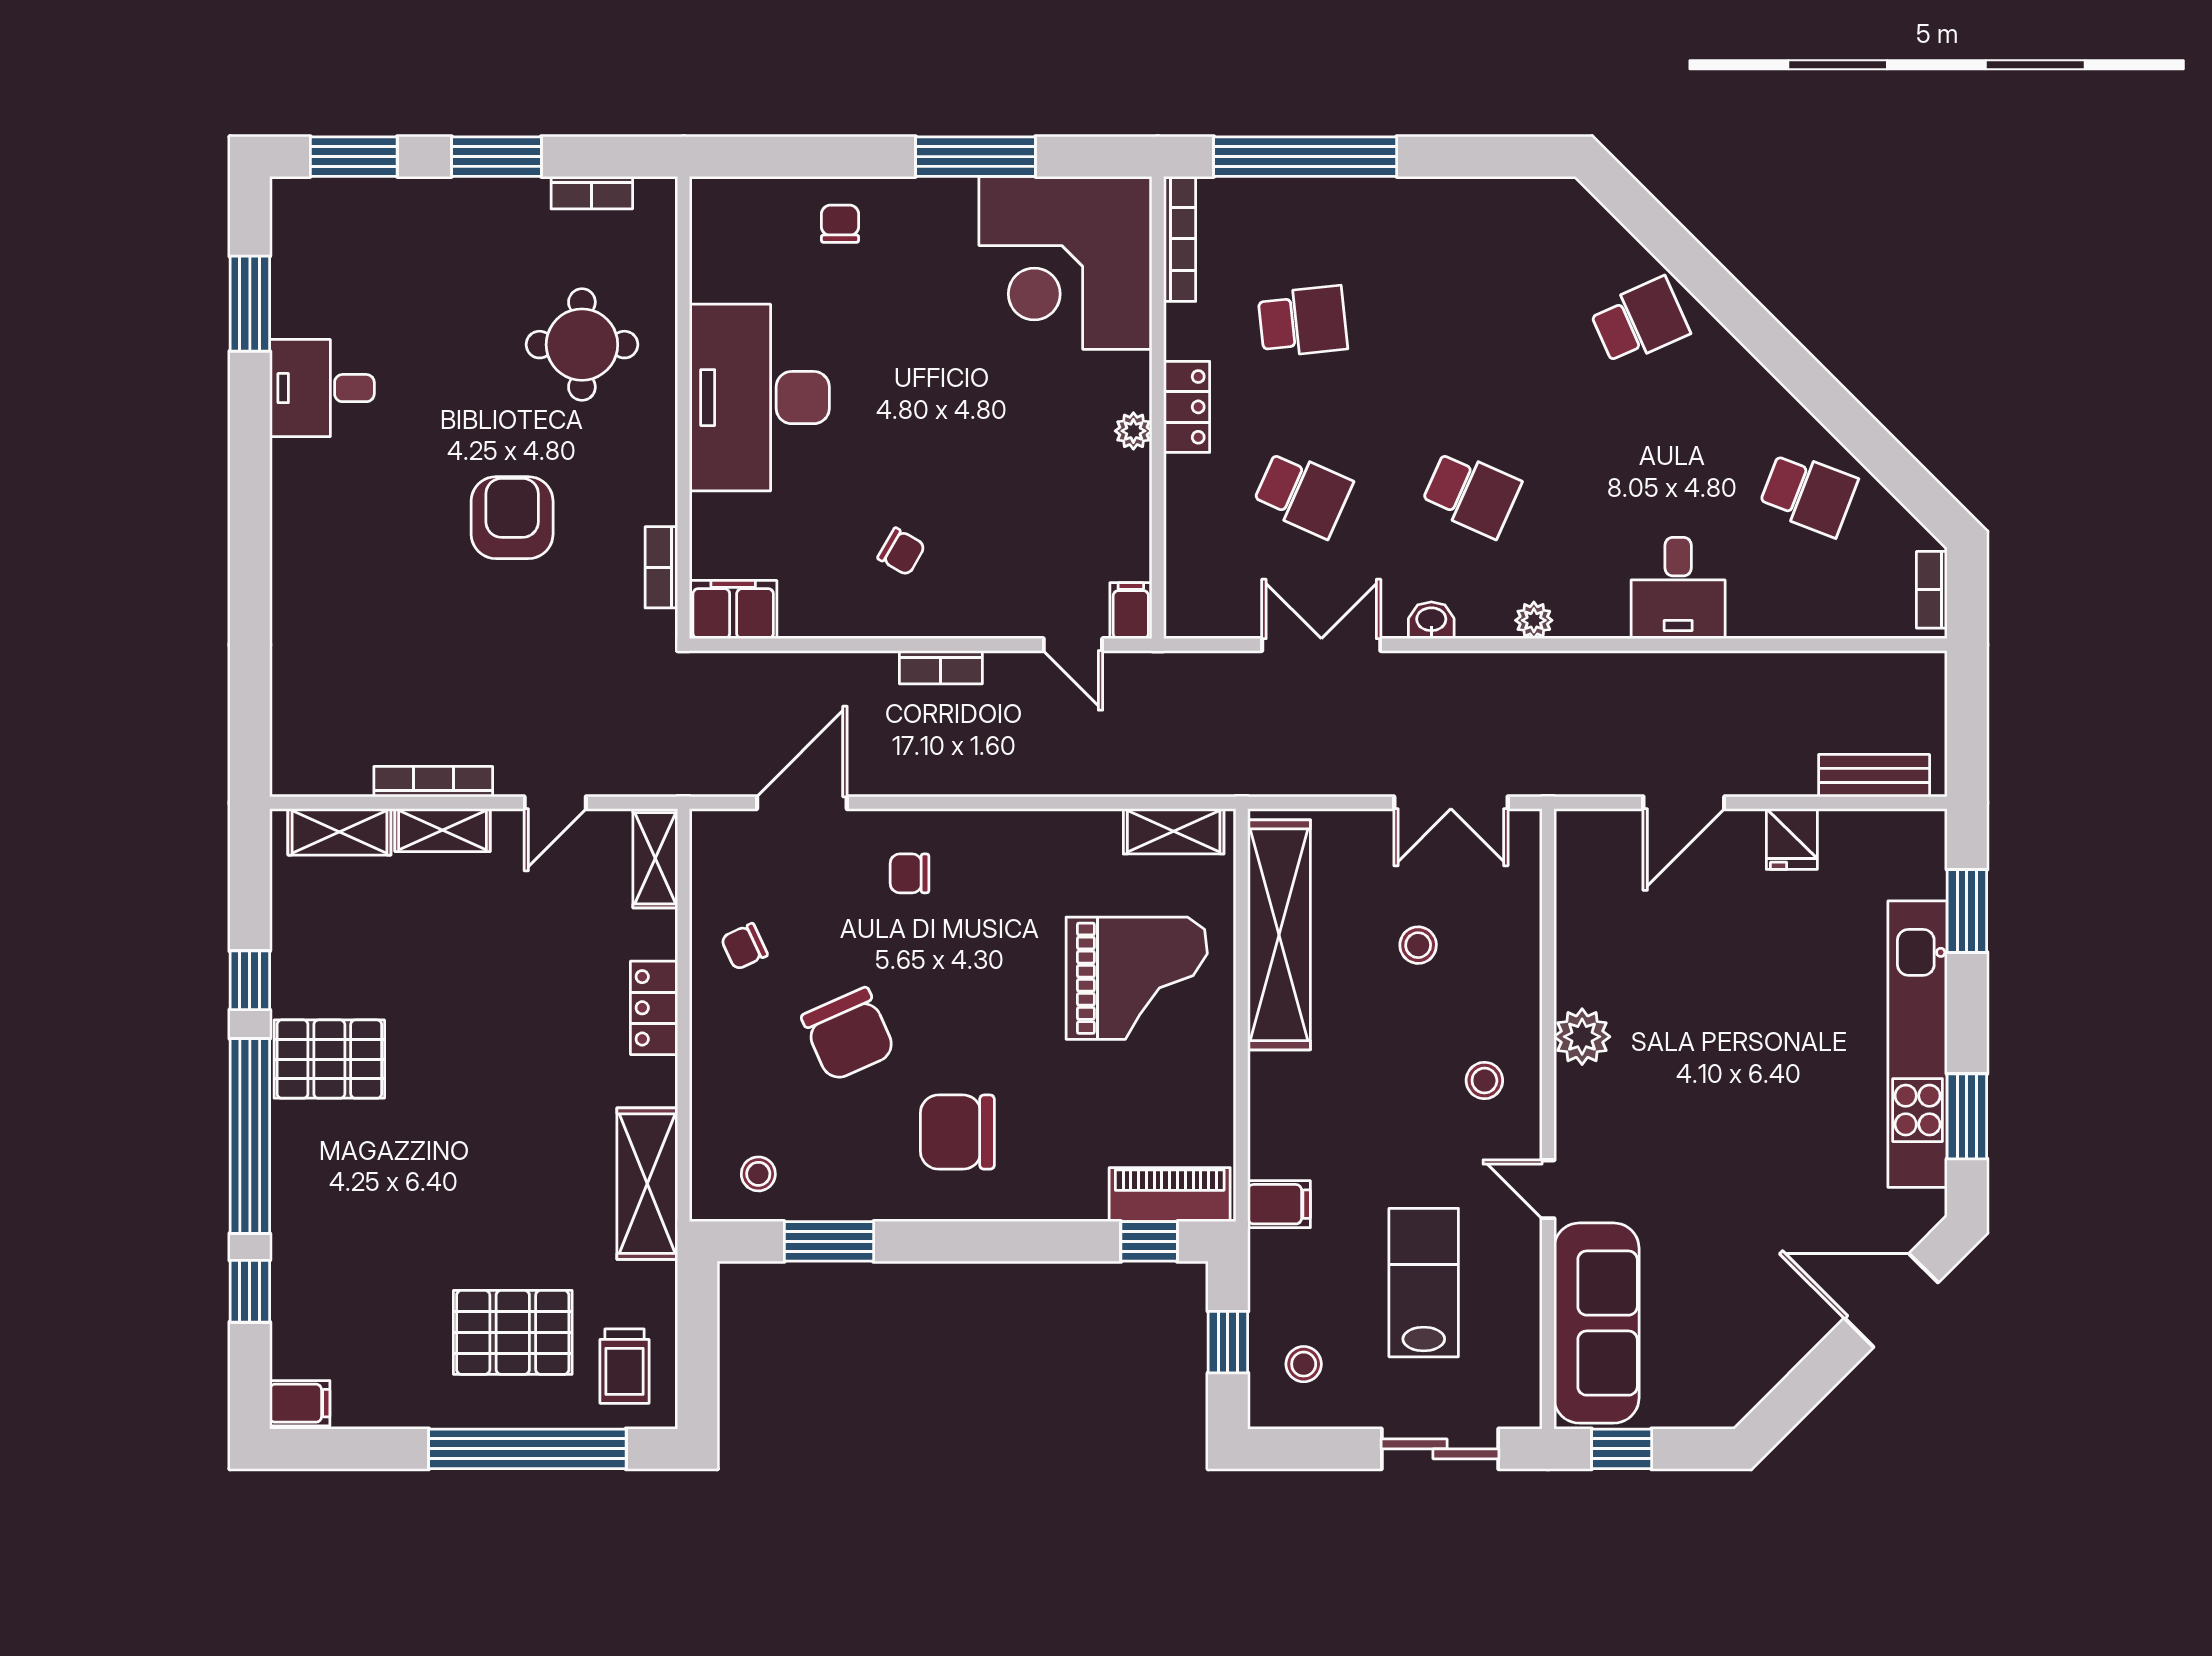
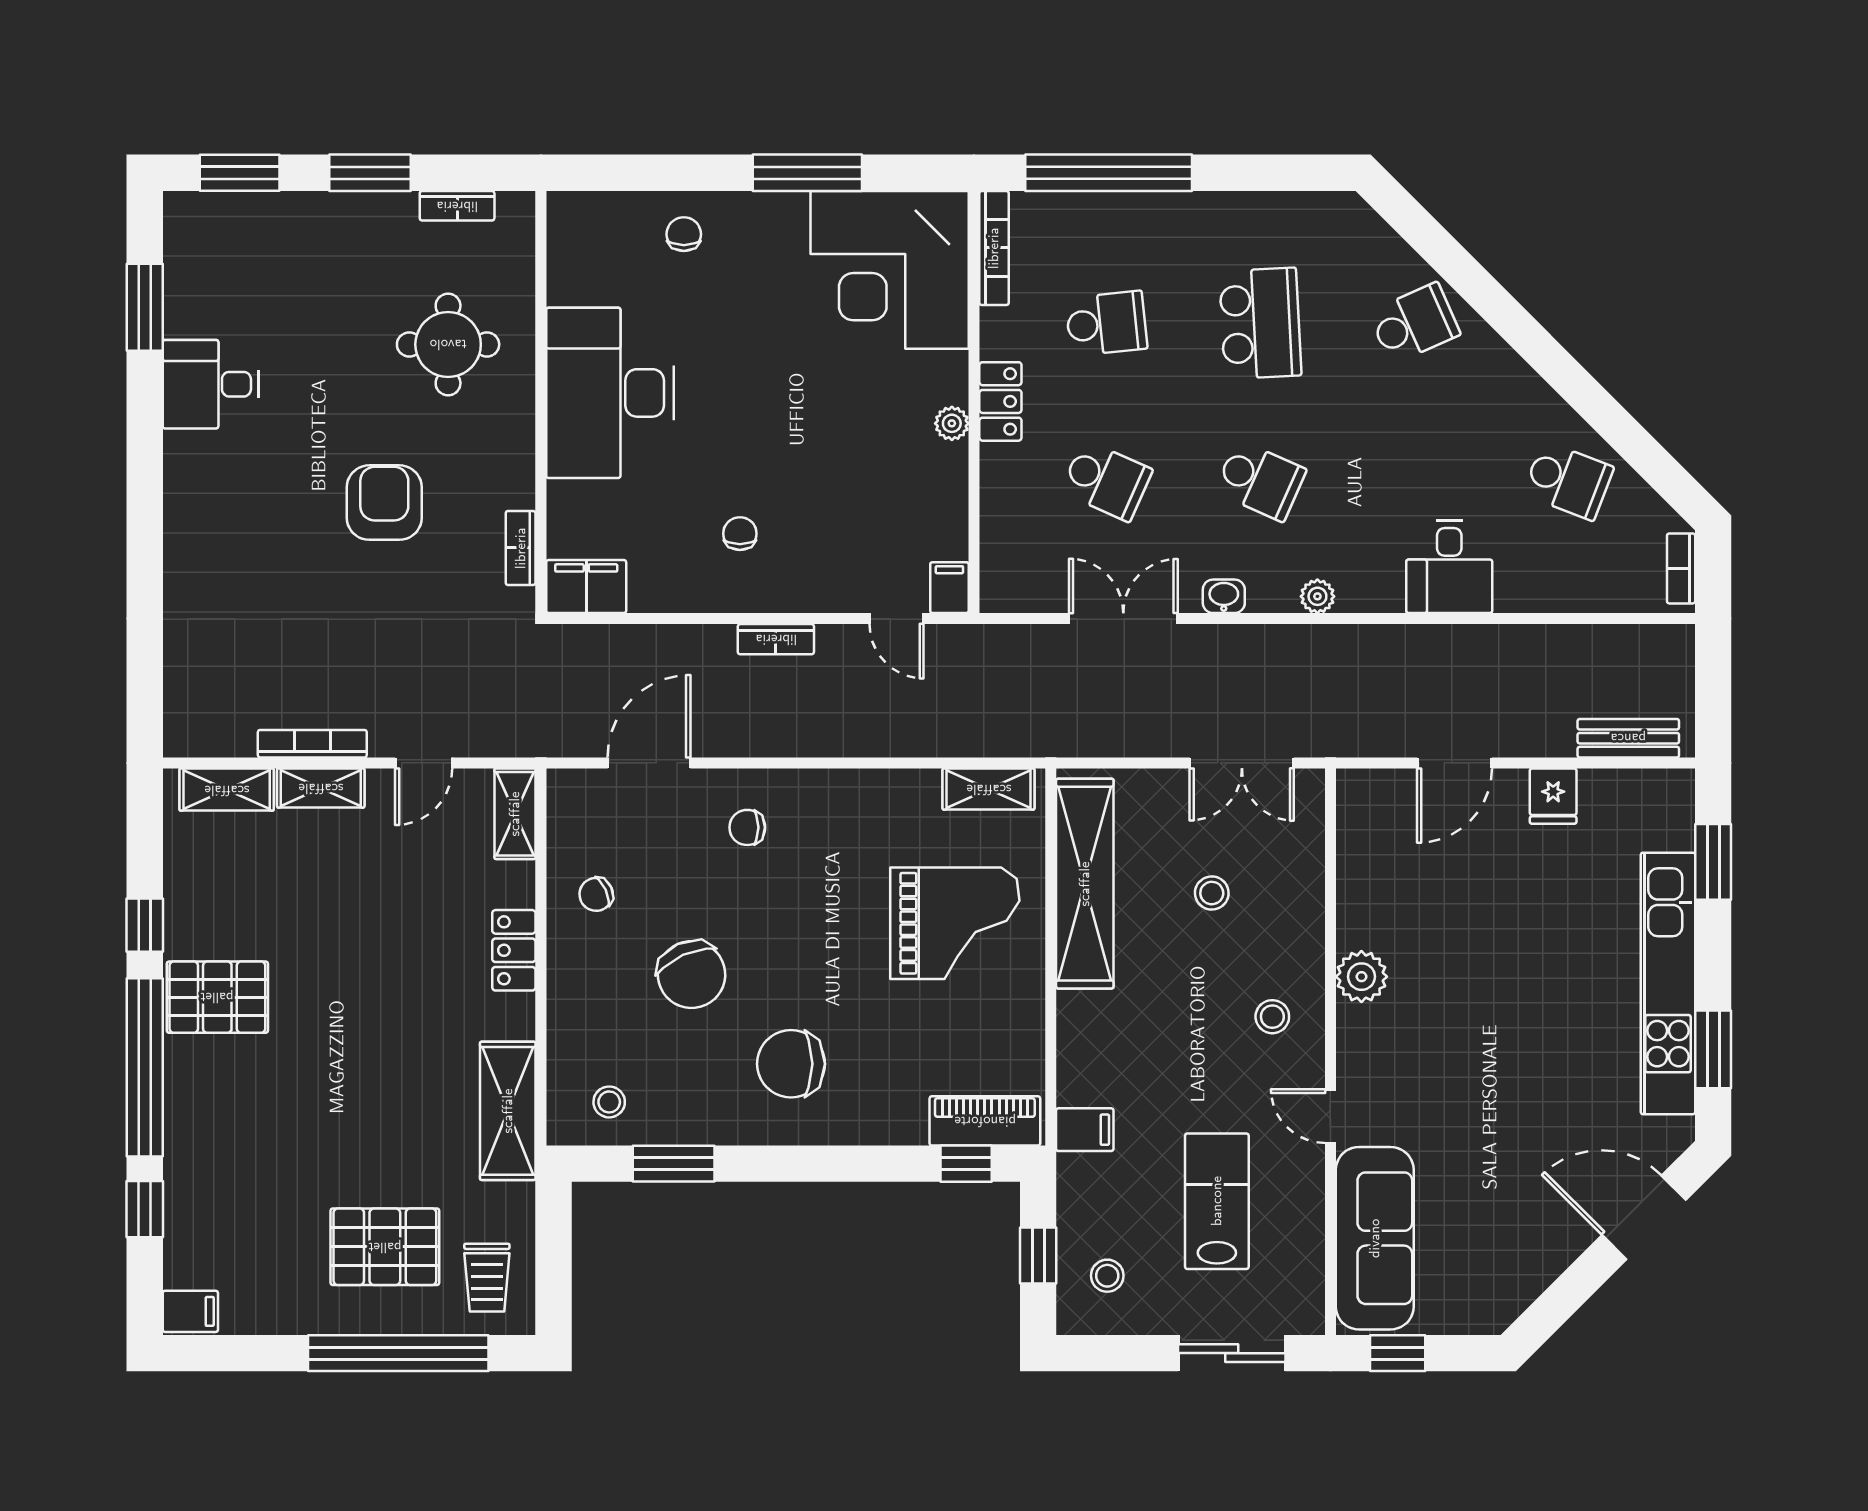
school desk: (1471, 321) -> (1260, 323), added
chair: (901, 552) -> (740, 534), turned -120

